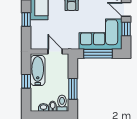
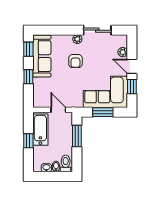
window: (98, 54) -> (103, 112), width x0.69
window: (73, 89) -> (77, 136), moved

